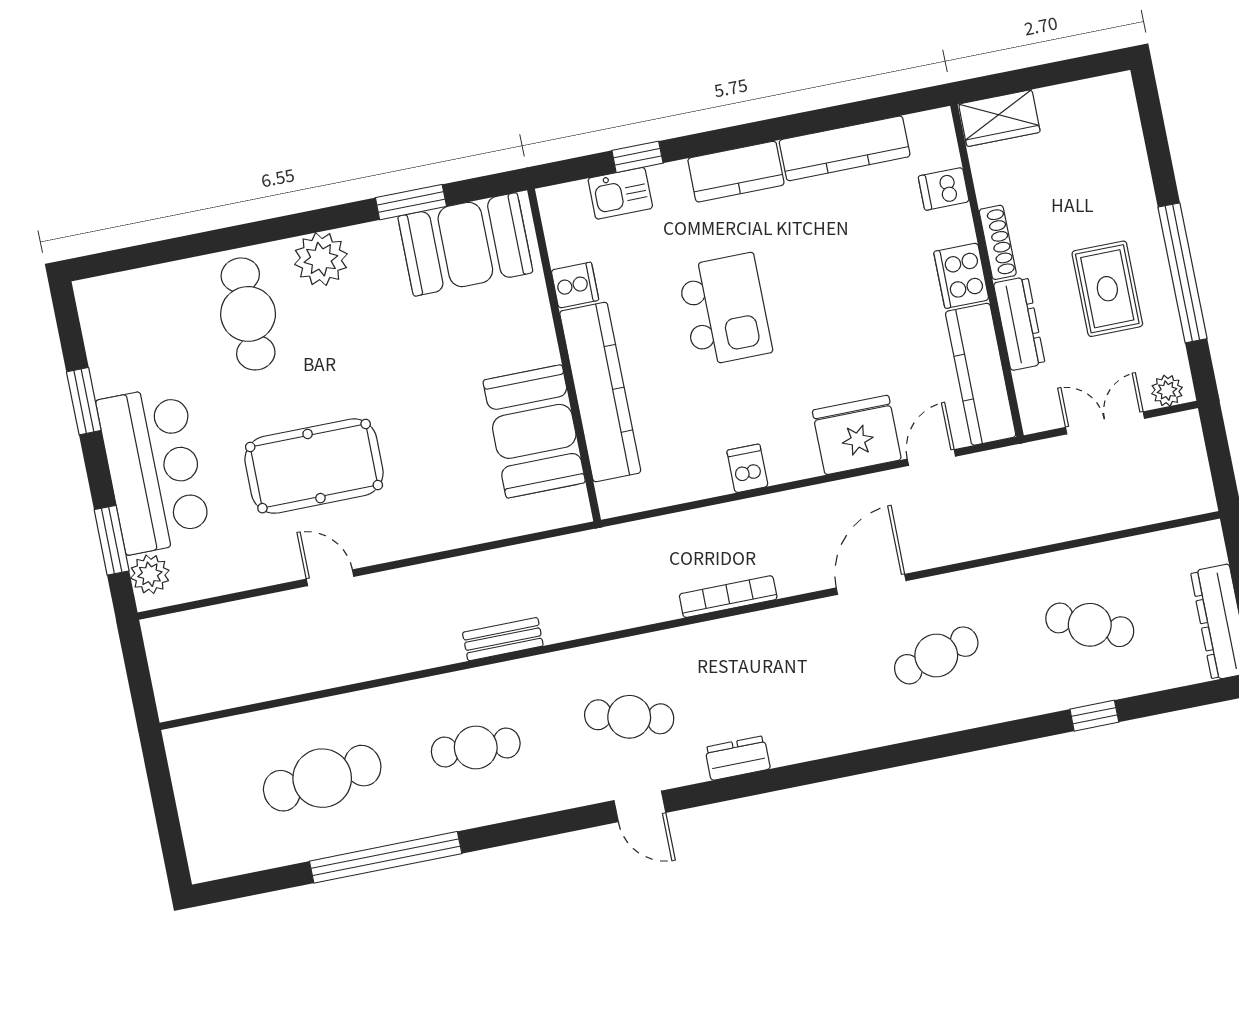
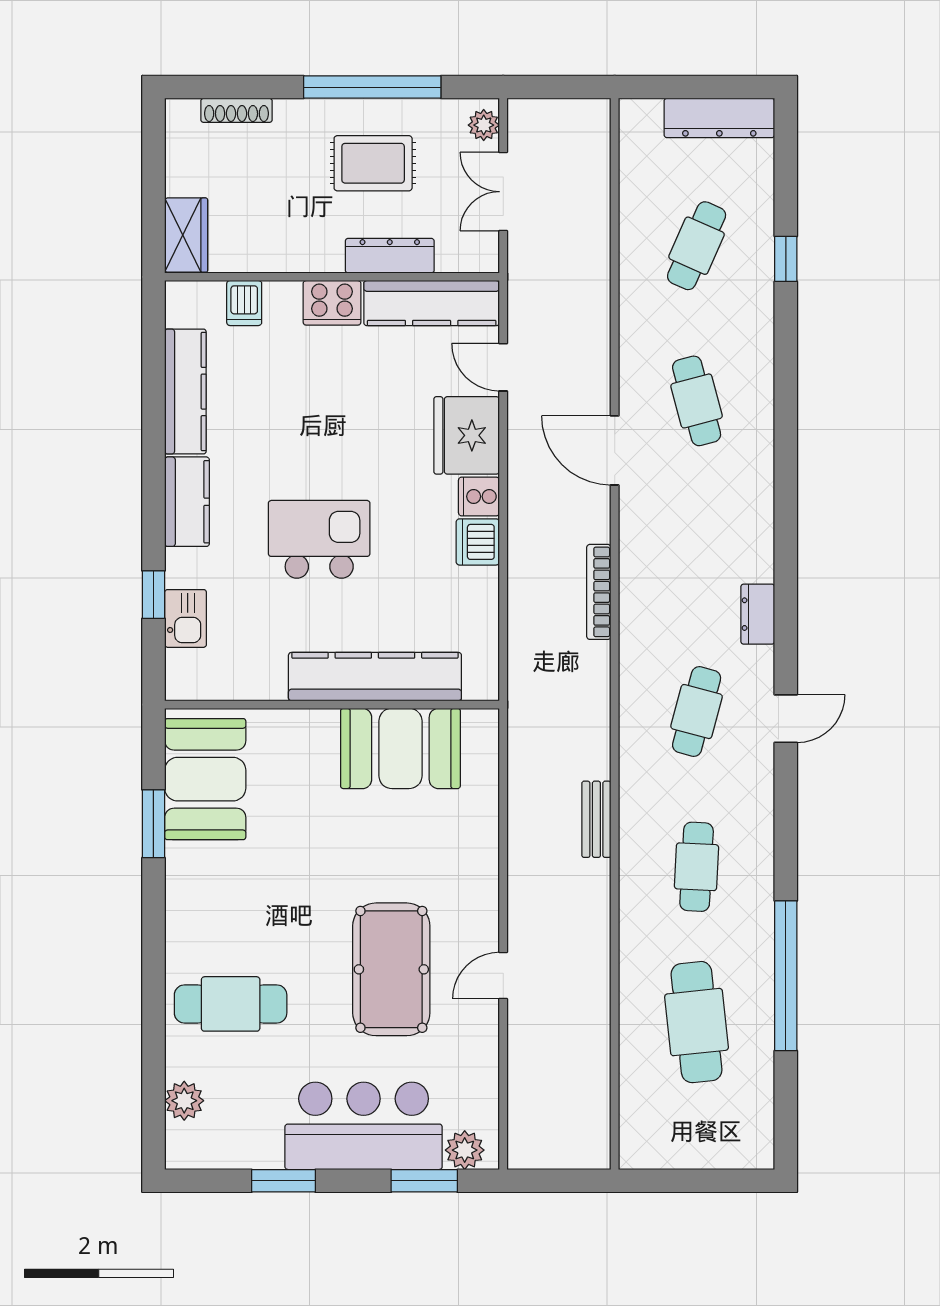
shoe rack: (998, 242) -> (236, 110), moved, turned 180
plant: (321, 259) -> (184, 1101), moved, width x0.73, depth x0.73
cooker: (575, 285) -> (479, 496), moved, turned -90
dishwasher: (747, 468) -> (478, 542), width x1.38

